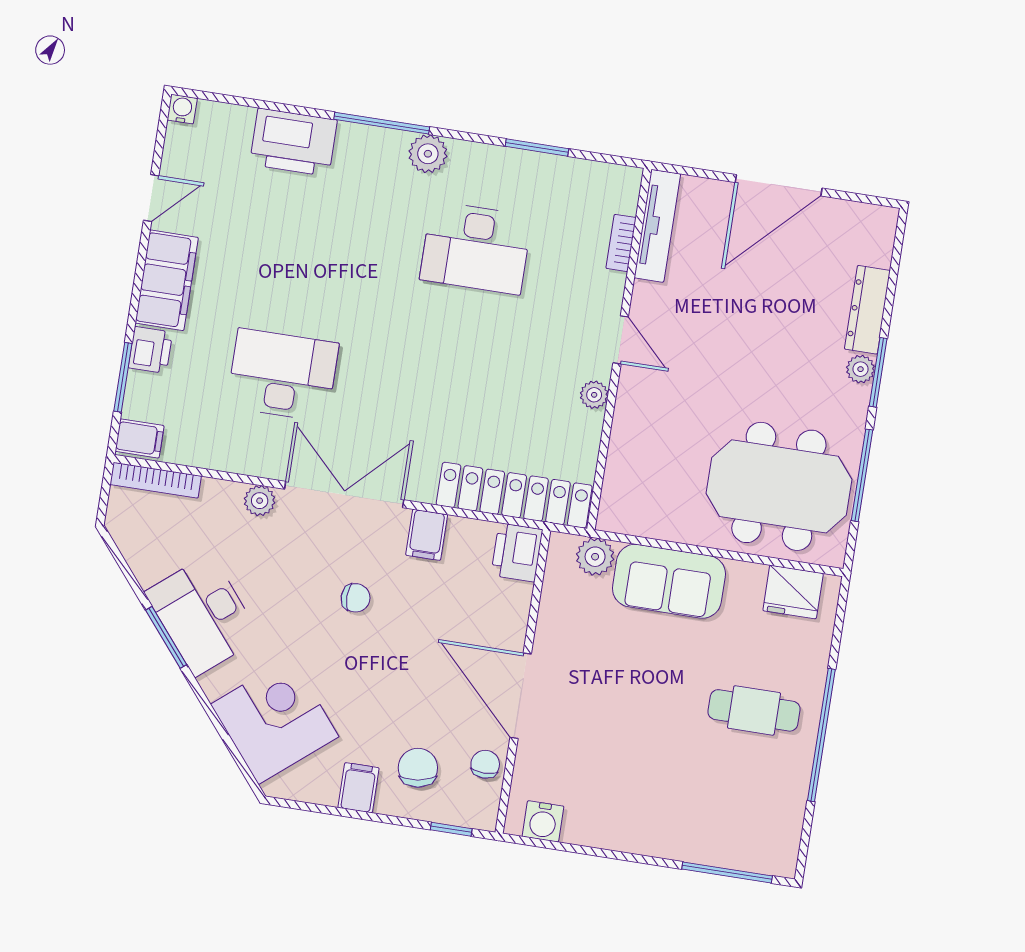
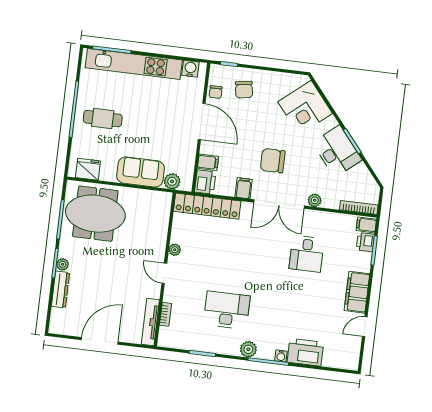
water cooler: (182, 109) -> (281, 356), moved
printer: (150, 350) -> (365, 242), moved
desk: (283, 375) -> (307, 254), width x0.73
chair: (356, 598) -> (273, 161), width x1.87, depth x1.87
filing cabinet: (359, 788) -> (208, 162), moved, turned -90
kitchen unit: (676, 837) -> (134, 64), added

